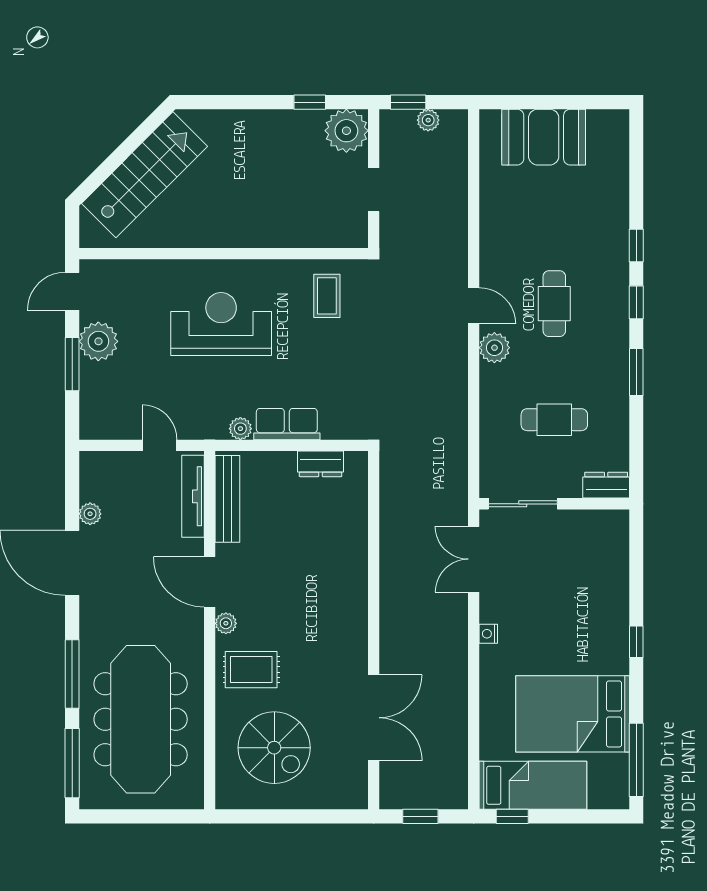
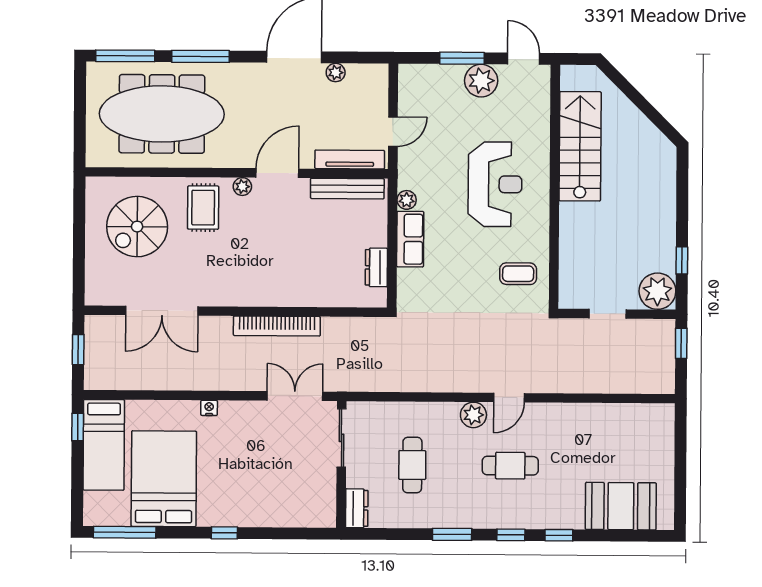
plant: (428, 120) -> (666, 360), removed
booth: (544, 137) -> (621, 506), moved, turned 90
stairs: (144, 175) -> (580, 146), moved, turned -135
bookcase: (391, 581) -> (277, 326), added
nightstand: (488, 634) -> (209, 408), moved

